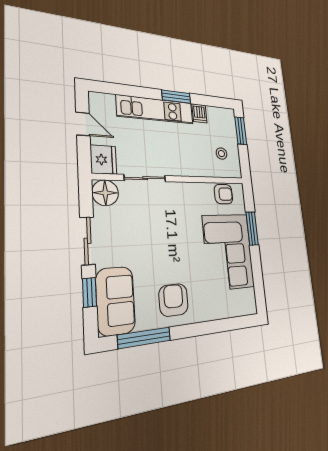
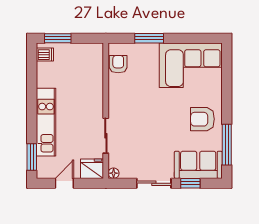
window: (176, 97) -> (32, 157), moved
dishwasher: (199, 113) -> (45, 55), moved
stool: (221, 154) -> (81, 62), removed
floor lamp: (105, 193) -> (114, 173), width x0.53, depth x0.53
corner sofa: (228, 251) -> (191, 65), moved

